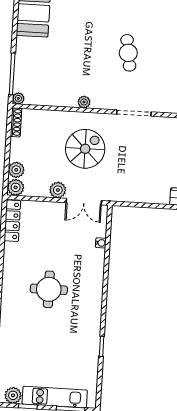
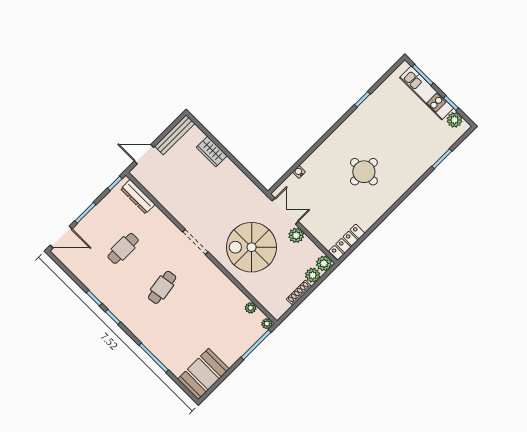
plant: (84, 102) -> (251, 308), moved
shoe rack: (16, 122) -> (299, 293), moved
spiral stairs: (85, 149) -> (252, 247), width x1.37, depth x1.37

